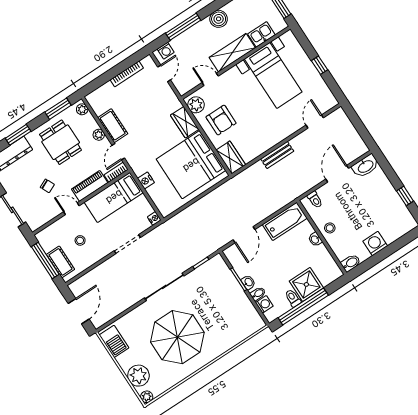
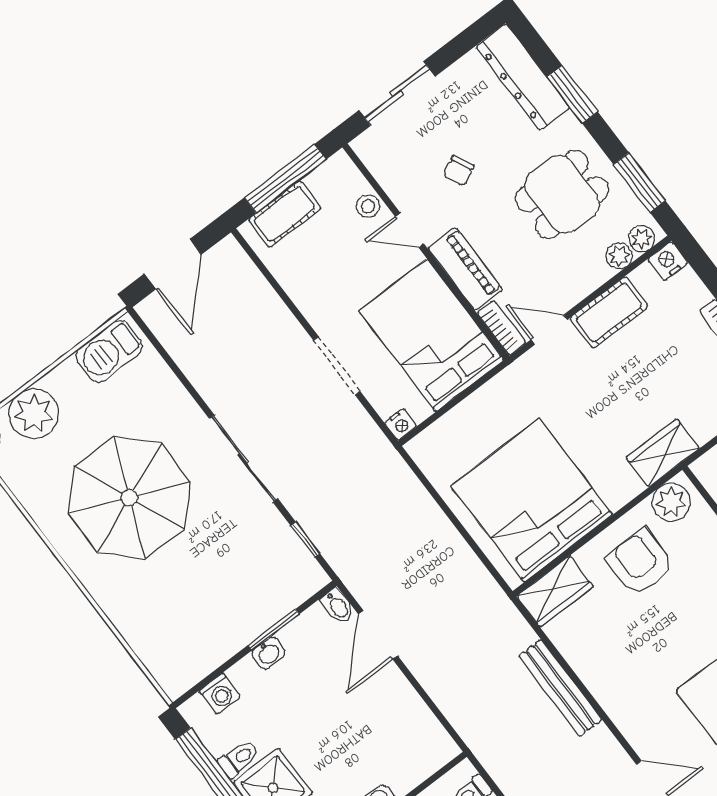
armchair: (221, 120) -> (640, 563), turned 90
wardrobe: (185, 122) -> (663, 453), moved
plant: (99, 135) -> (619, 256), moved
bench: (277, 155) -> (560, 688), width x1.36
nightstand: (146, 180) -> (668, 261), moved
bed: (114, 197) -> (431, 335), width x1.50
door: (71, 209) -> (410, 230), swing flipped
bathtub: (285, 221) -> (416, 727), removed
door: (244, 235) -> (378, 635), hinge flipped
stool: (80, 240) -> (368, 206), moved
bidet: (258, 294) -> (338, 606), moved
door: (79, 311) -> (173, 264), hinge flipped

